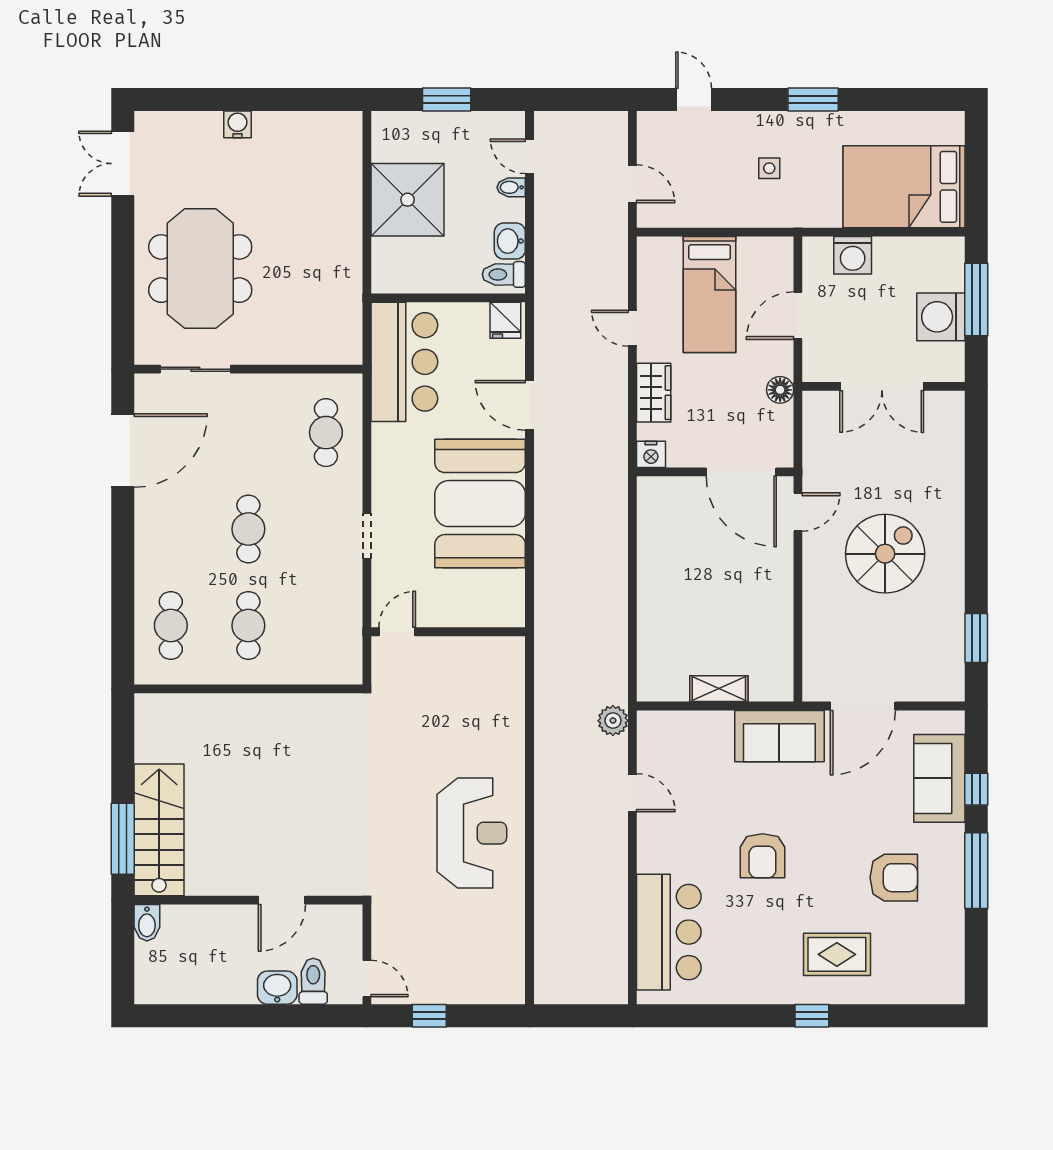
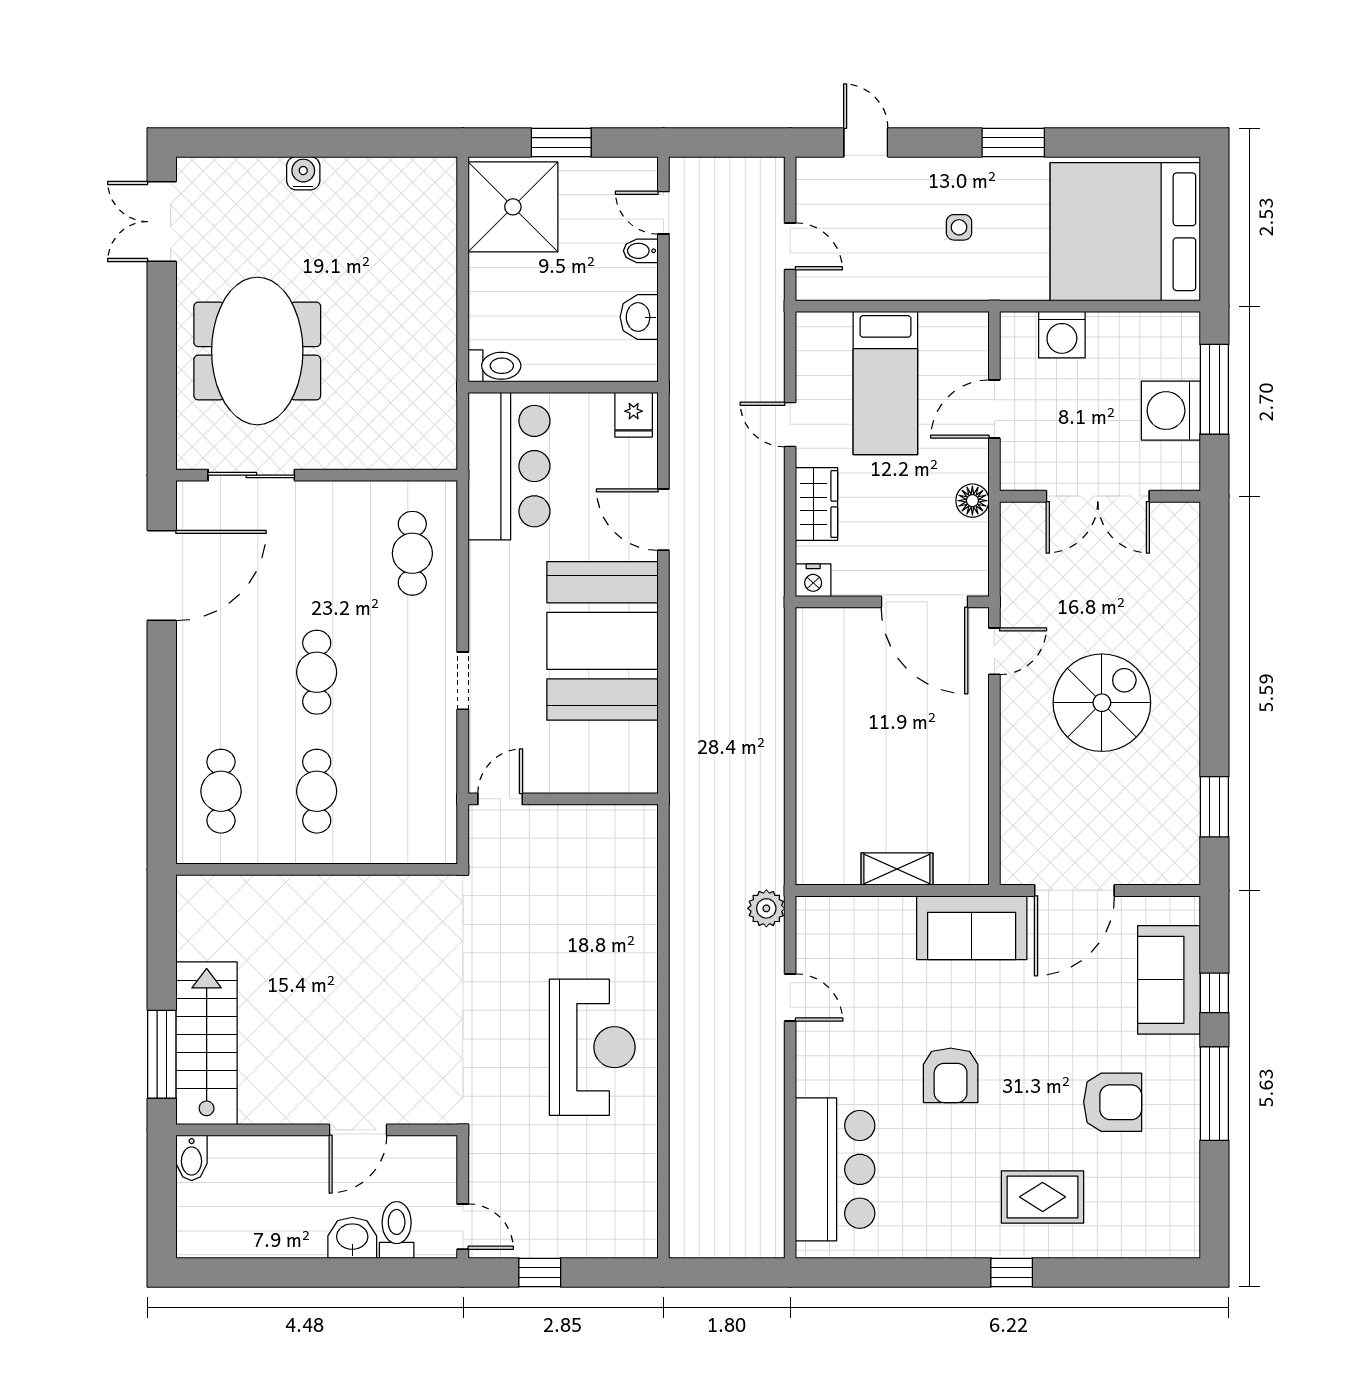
bed: (904, 187) -> (1125, 232), width x1.36
shower: (408, 200) -> (513, 207), moved
toilet: (504, 274) -> (494, 366), moved, turned 180

